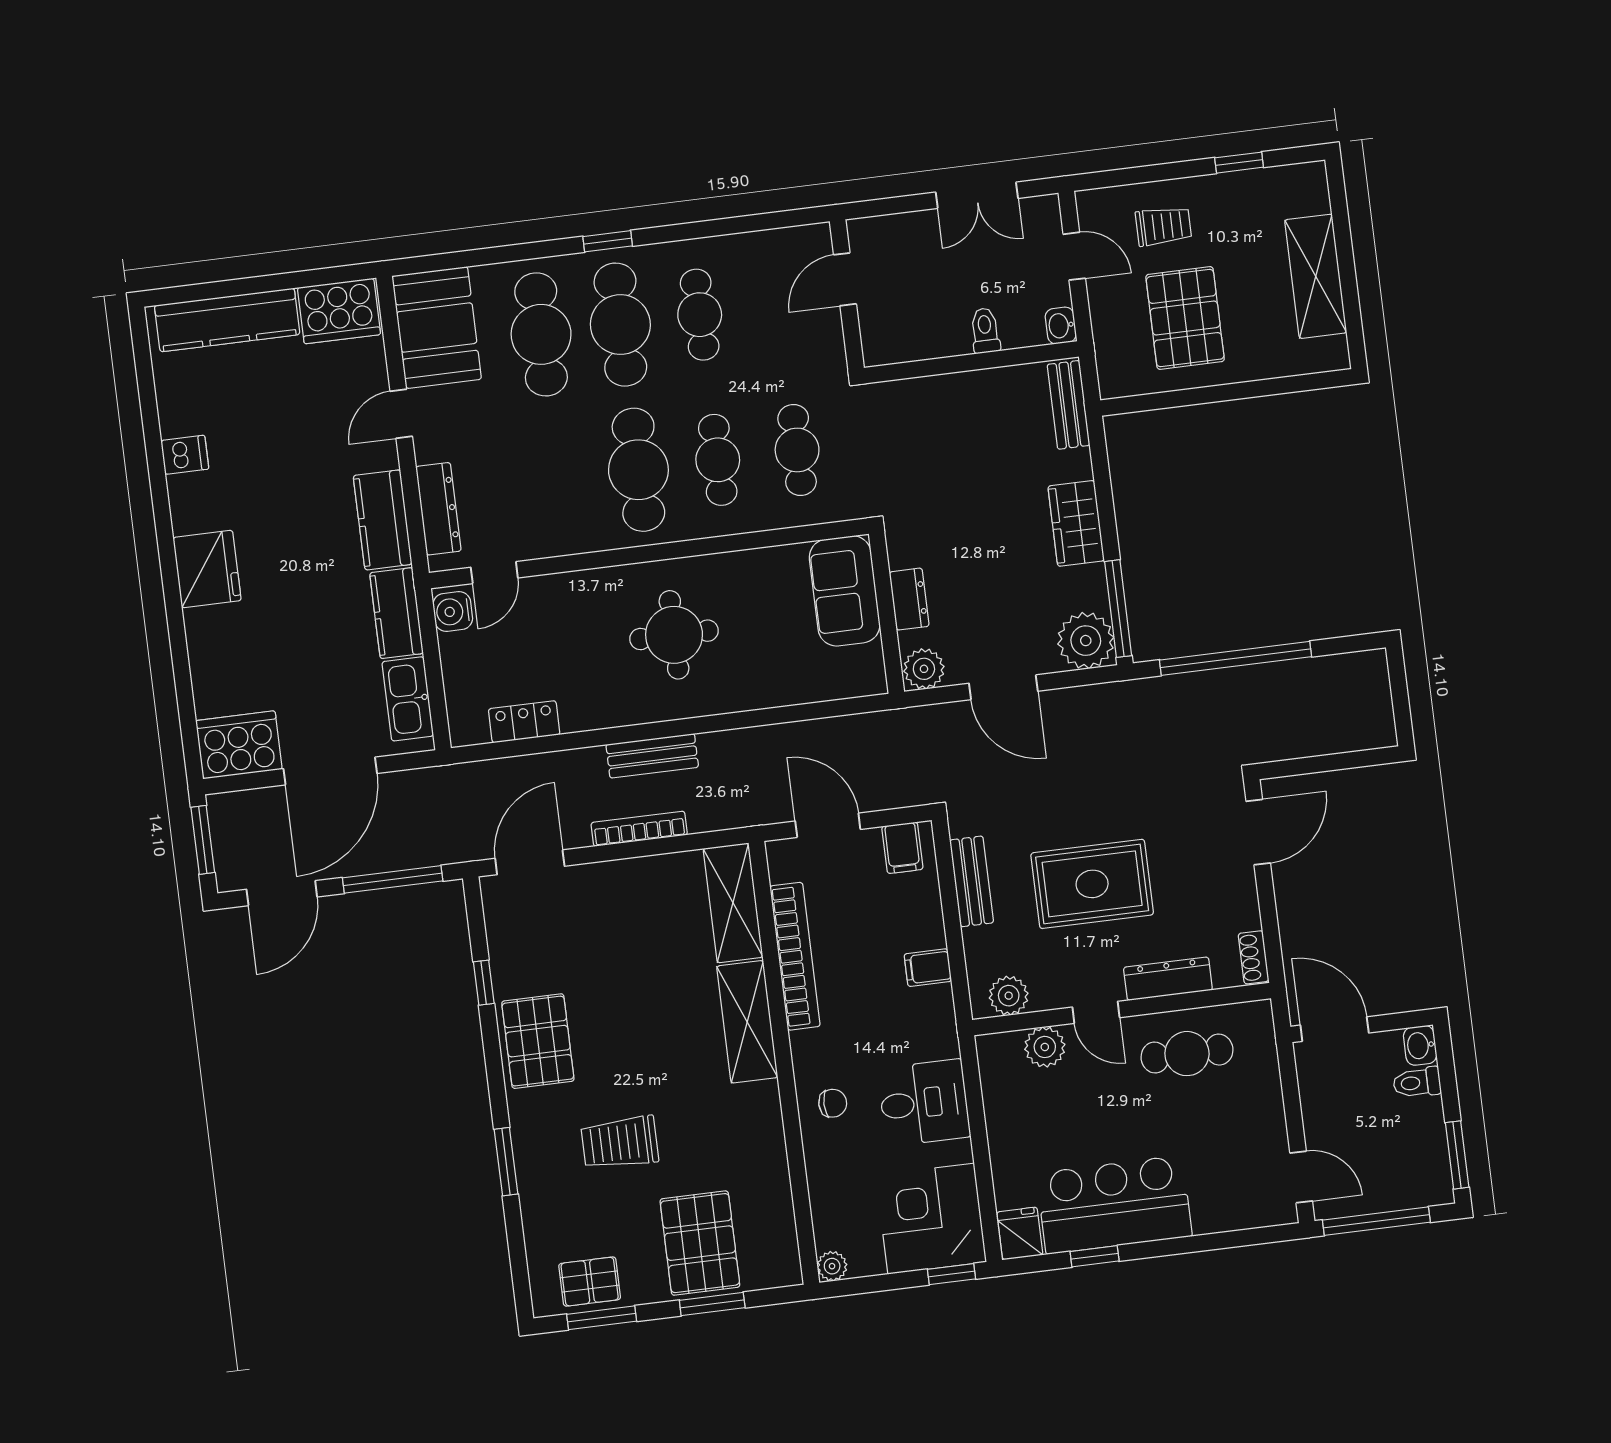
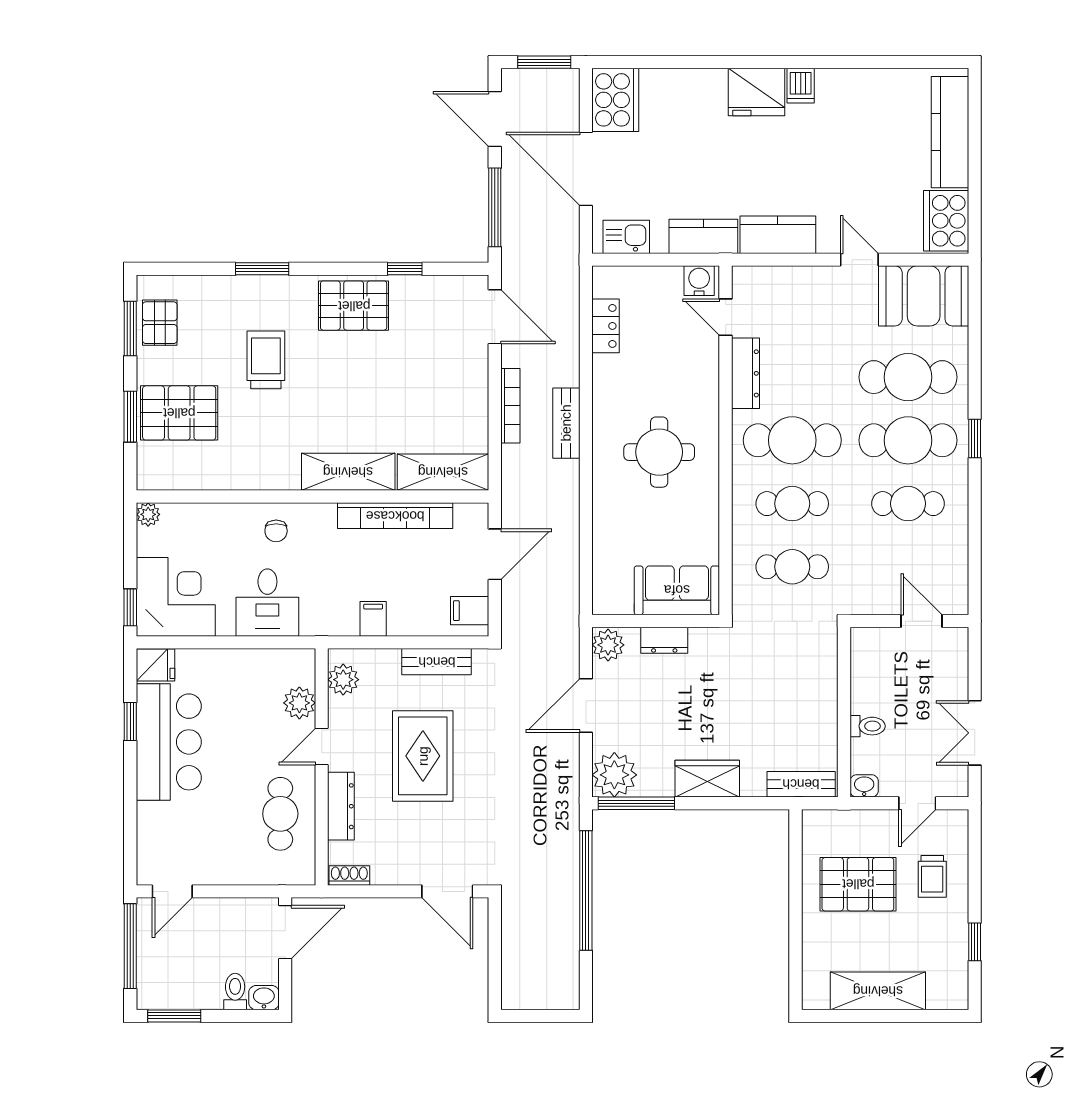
dishwasher: (185, 455) -> (801, 86), moved
dresser: (438, 509) -> (745, 373), moved, turned -90
kitchen sink: (408, 699) -> (626, 237), width x0.73

